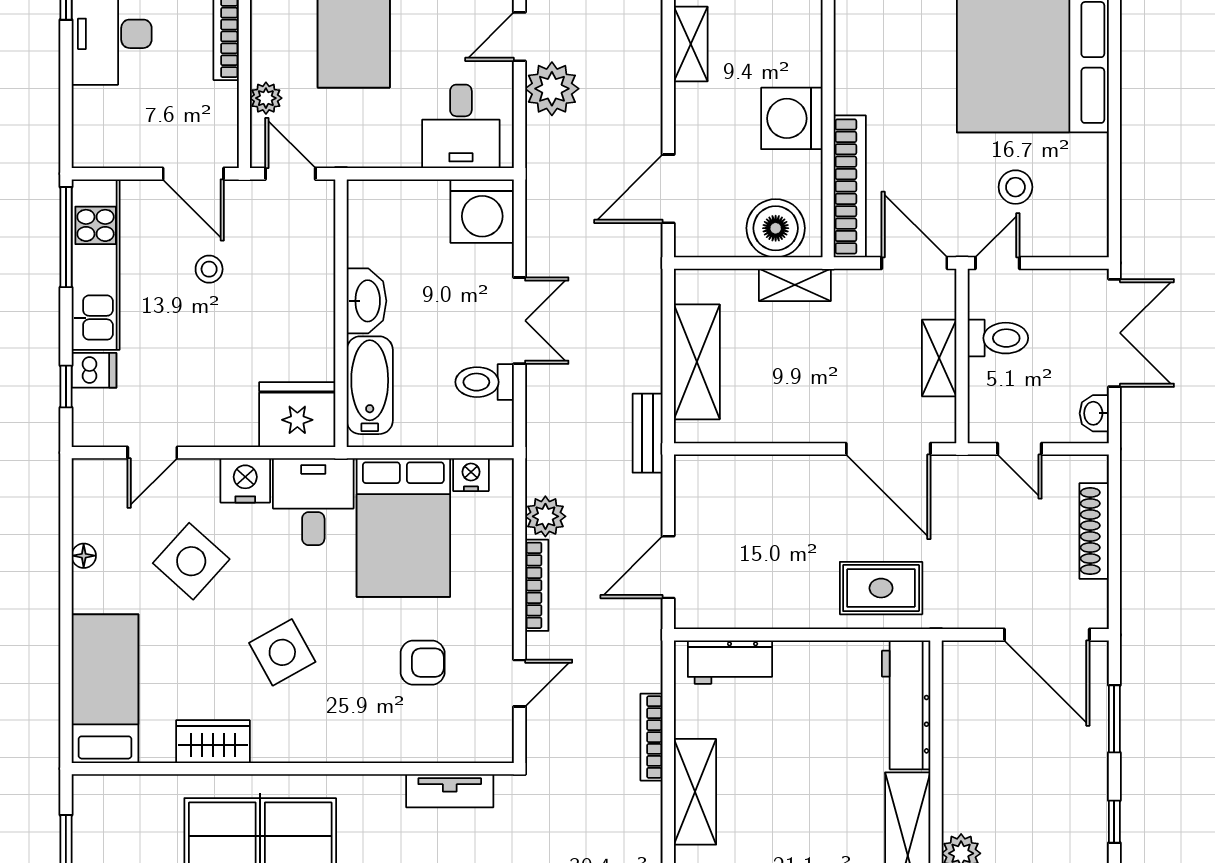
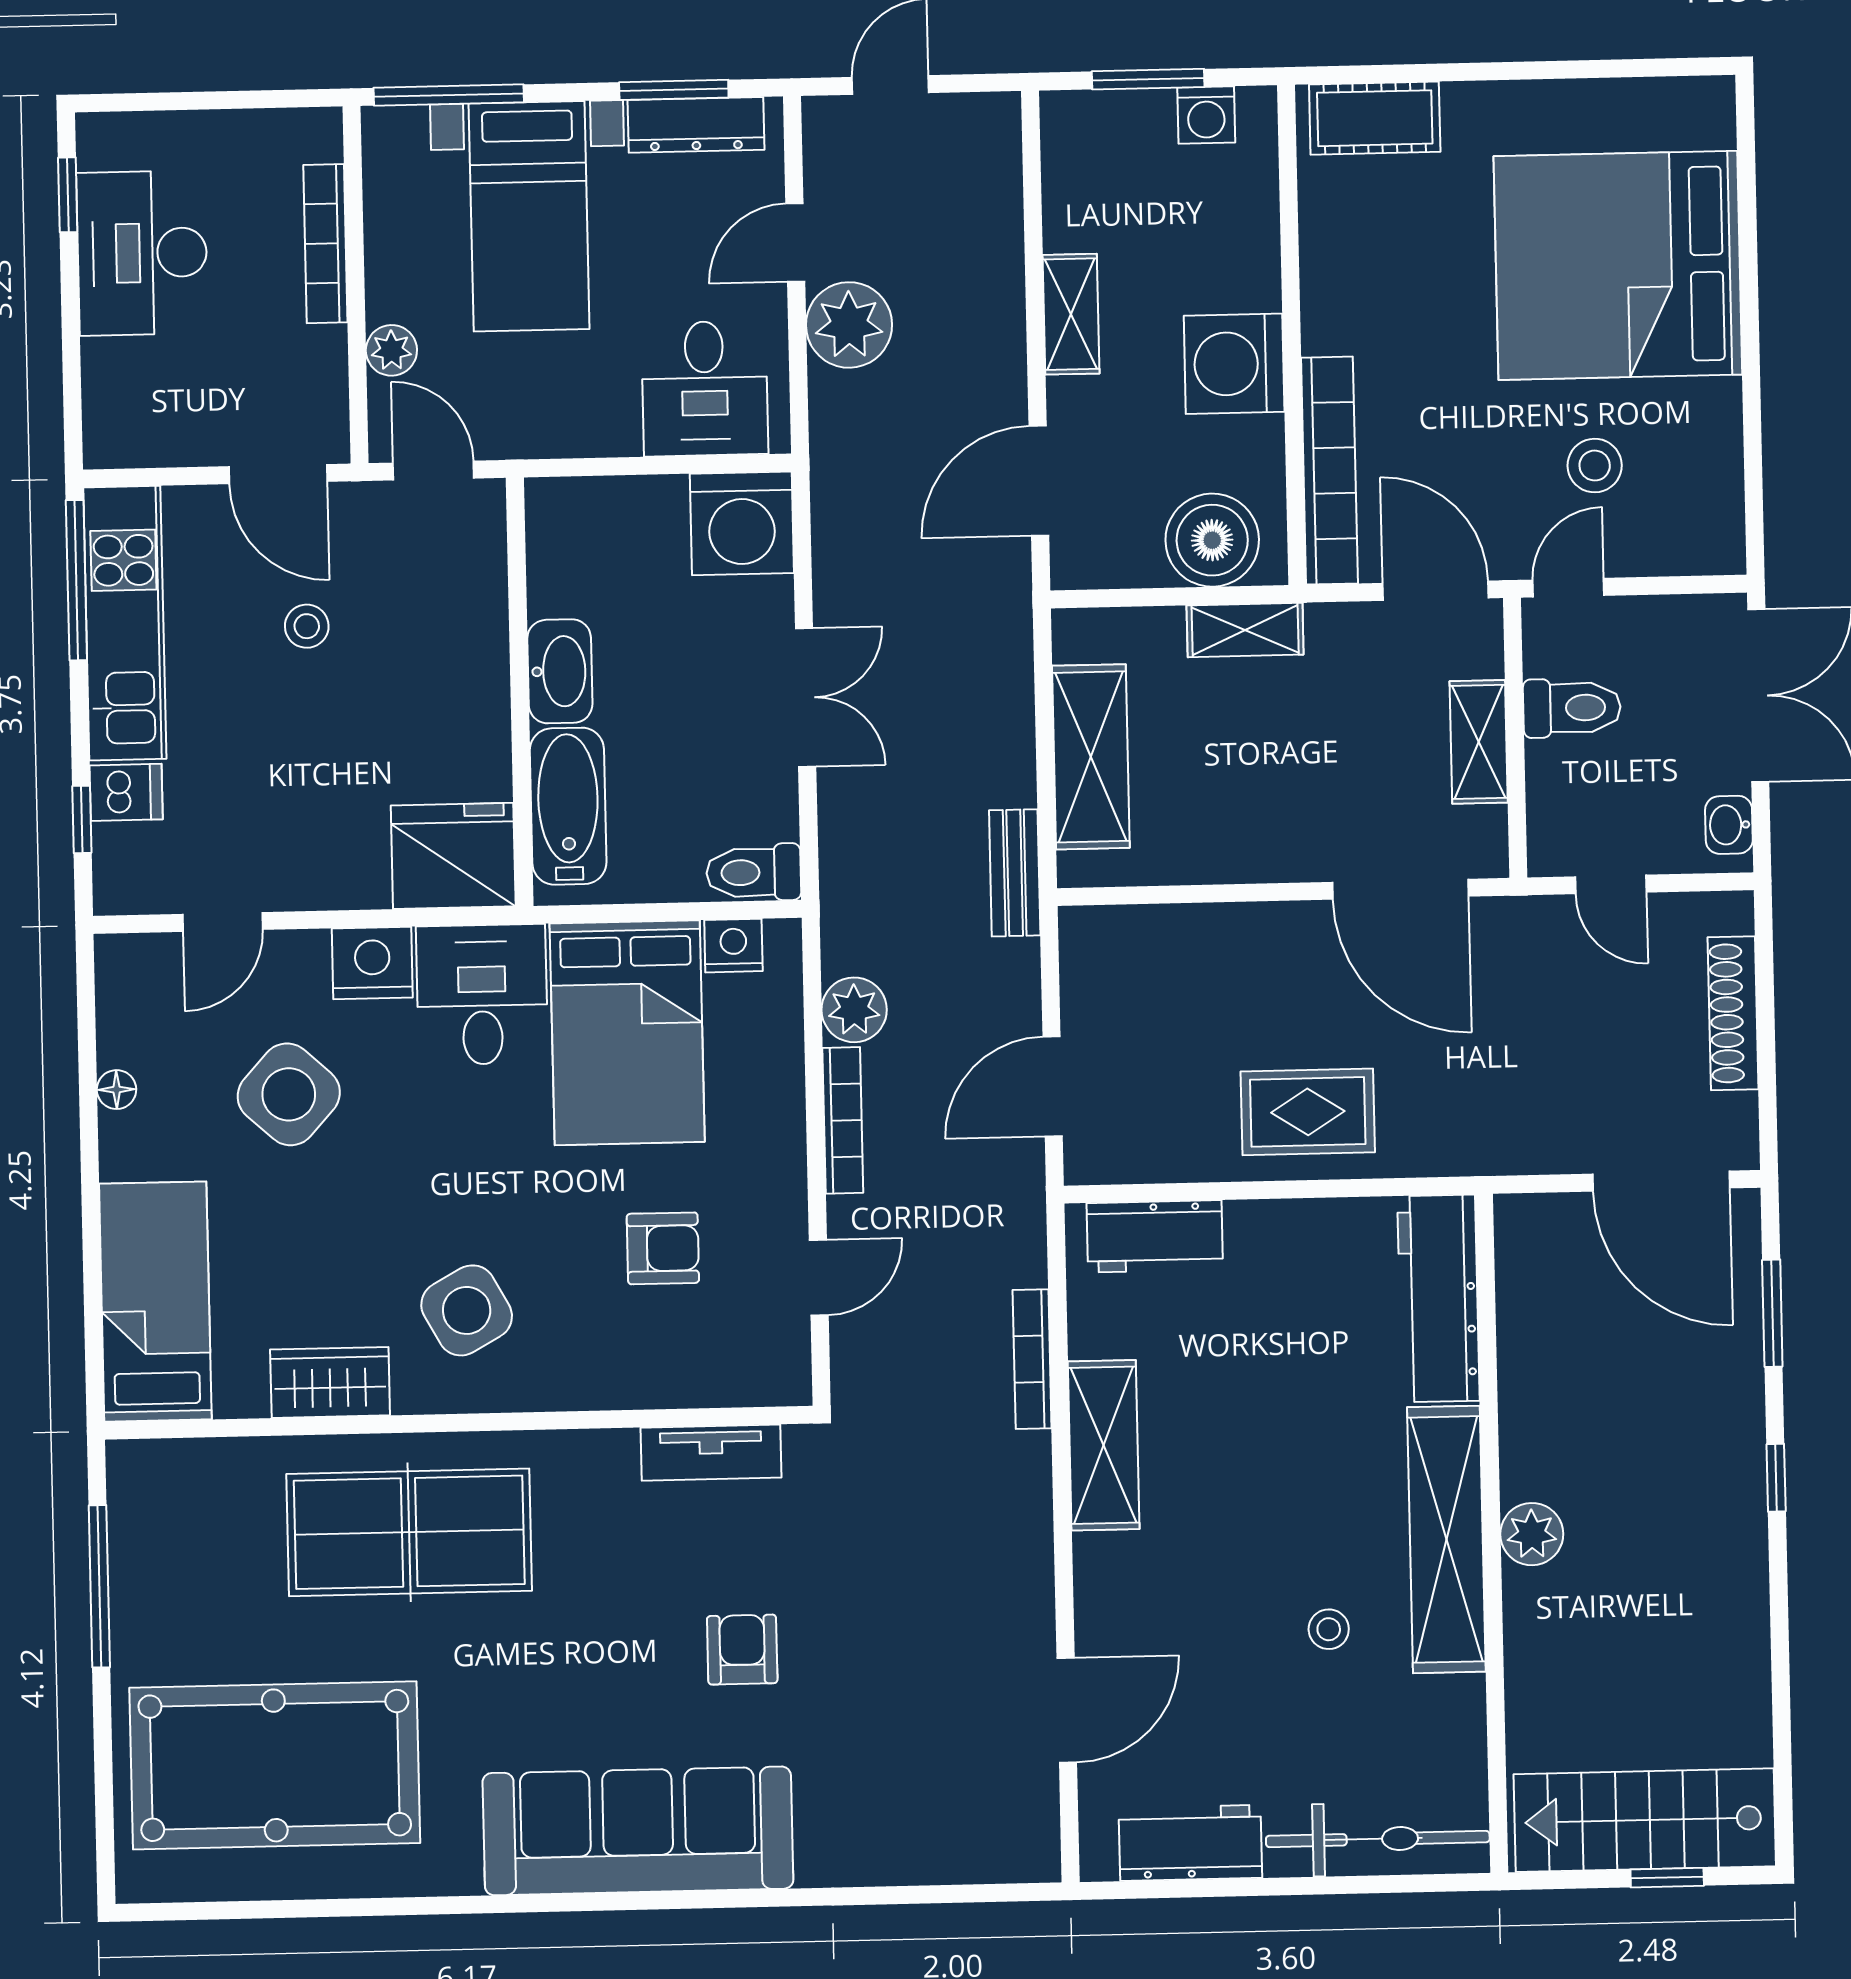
shelving: (691, 44) -> (1071, 314), moved
toilet: (485, 382) -> (754, 872), moved
rug: (881, 588) -> (1308, 1112), moved
side table: (282, 652) -> (467, 1310), moved

